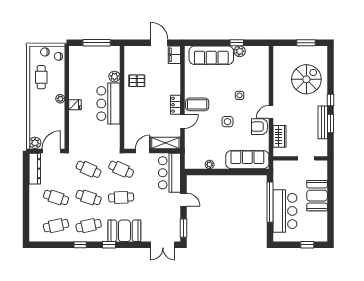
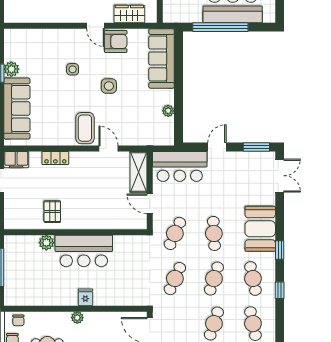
locker: (176, 105) -> (55, 158), moved
armchair: (260, 127) -> (116, 41), turned -90

